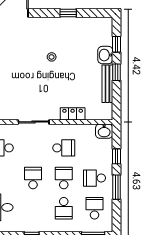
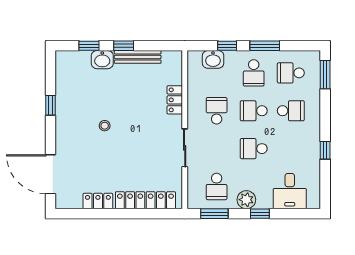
washbasin: (104, 131) -> (213, 59), moved, turned 90

